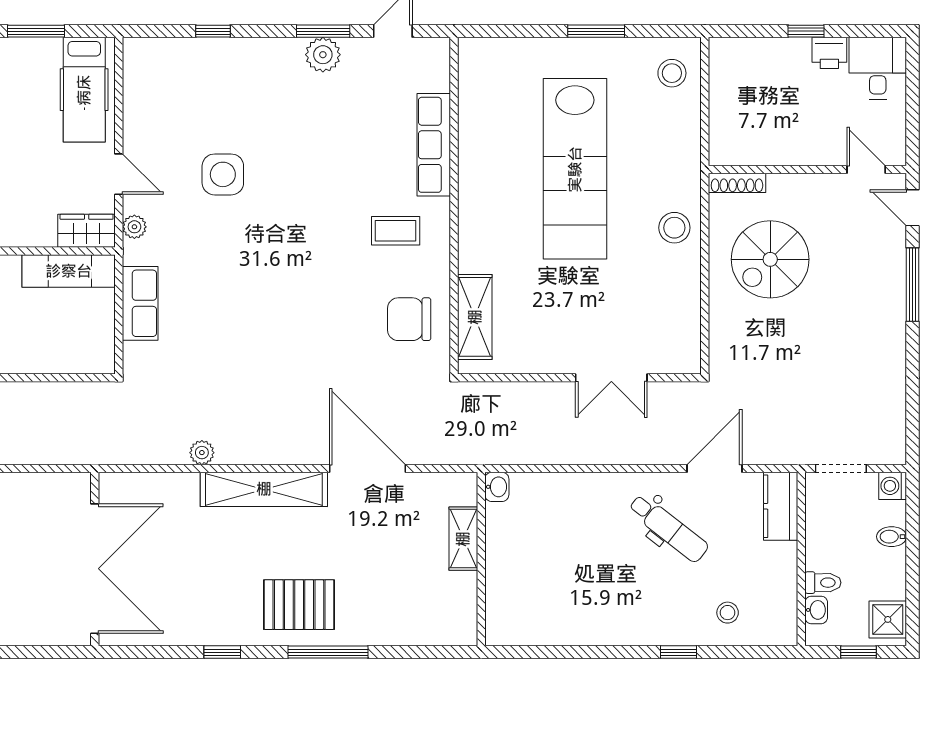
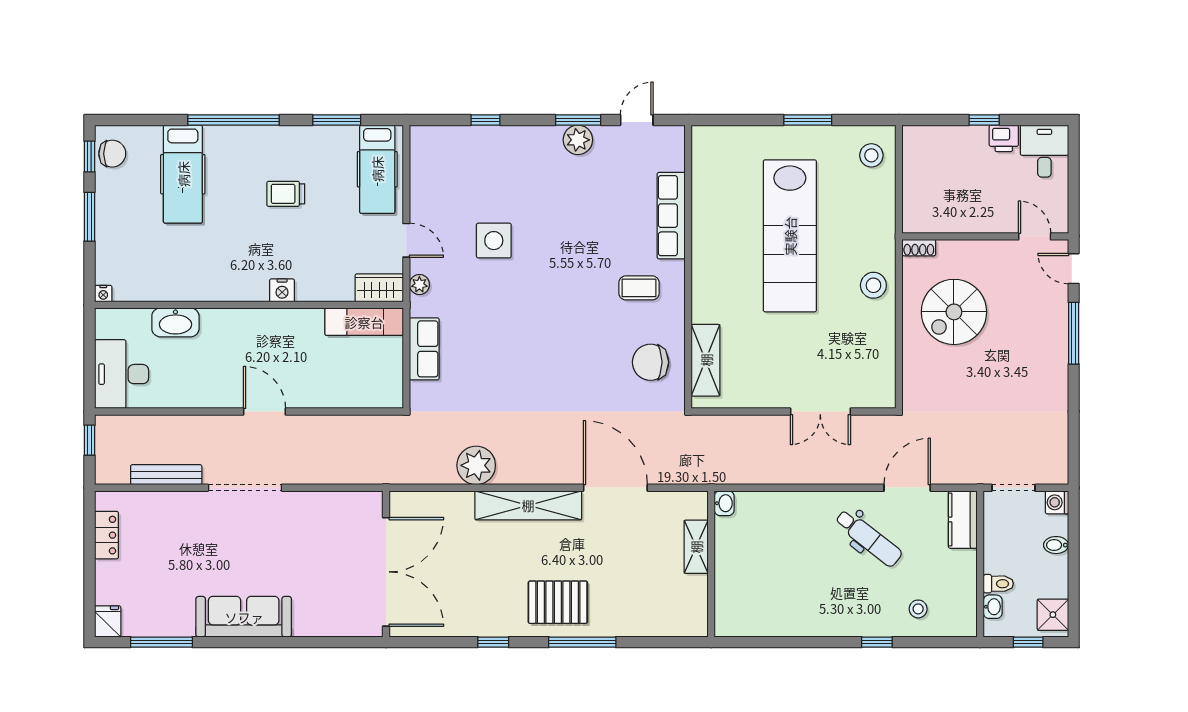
shoe rack: (737, 183) -> (919, 248), width x0.70
plant: (202, 453) -> (476, 465), width x1.88, depth x1.88

